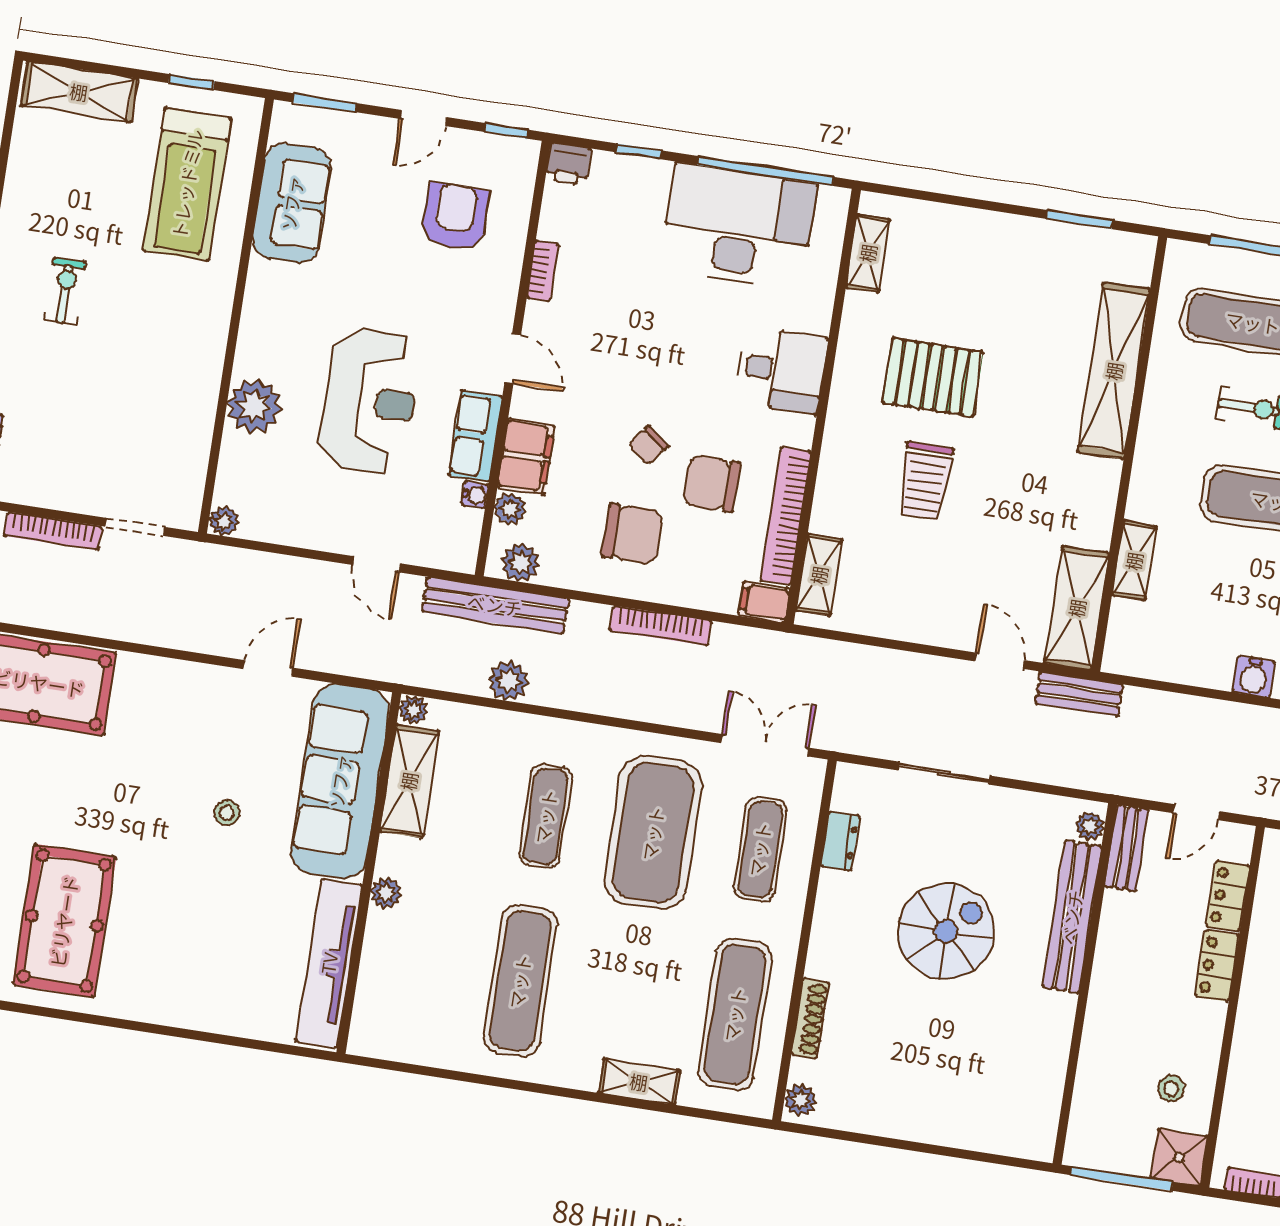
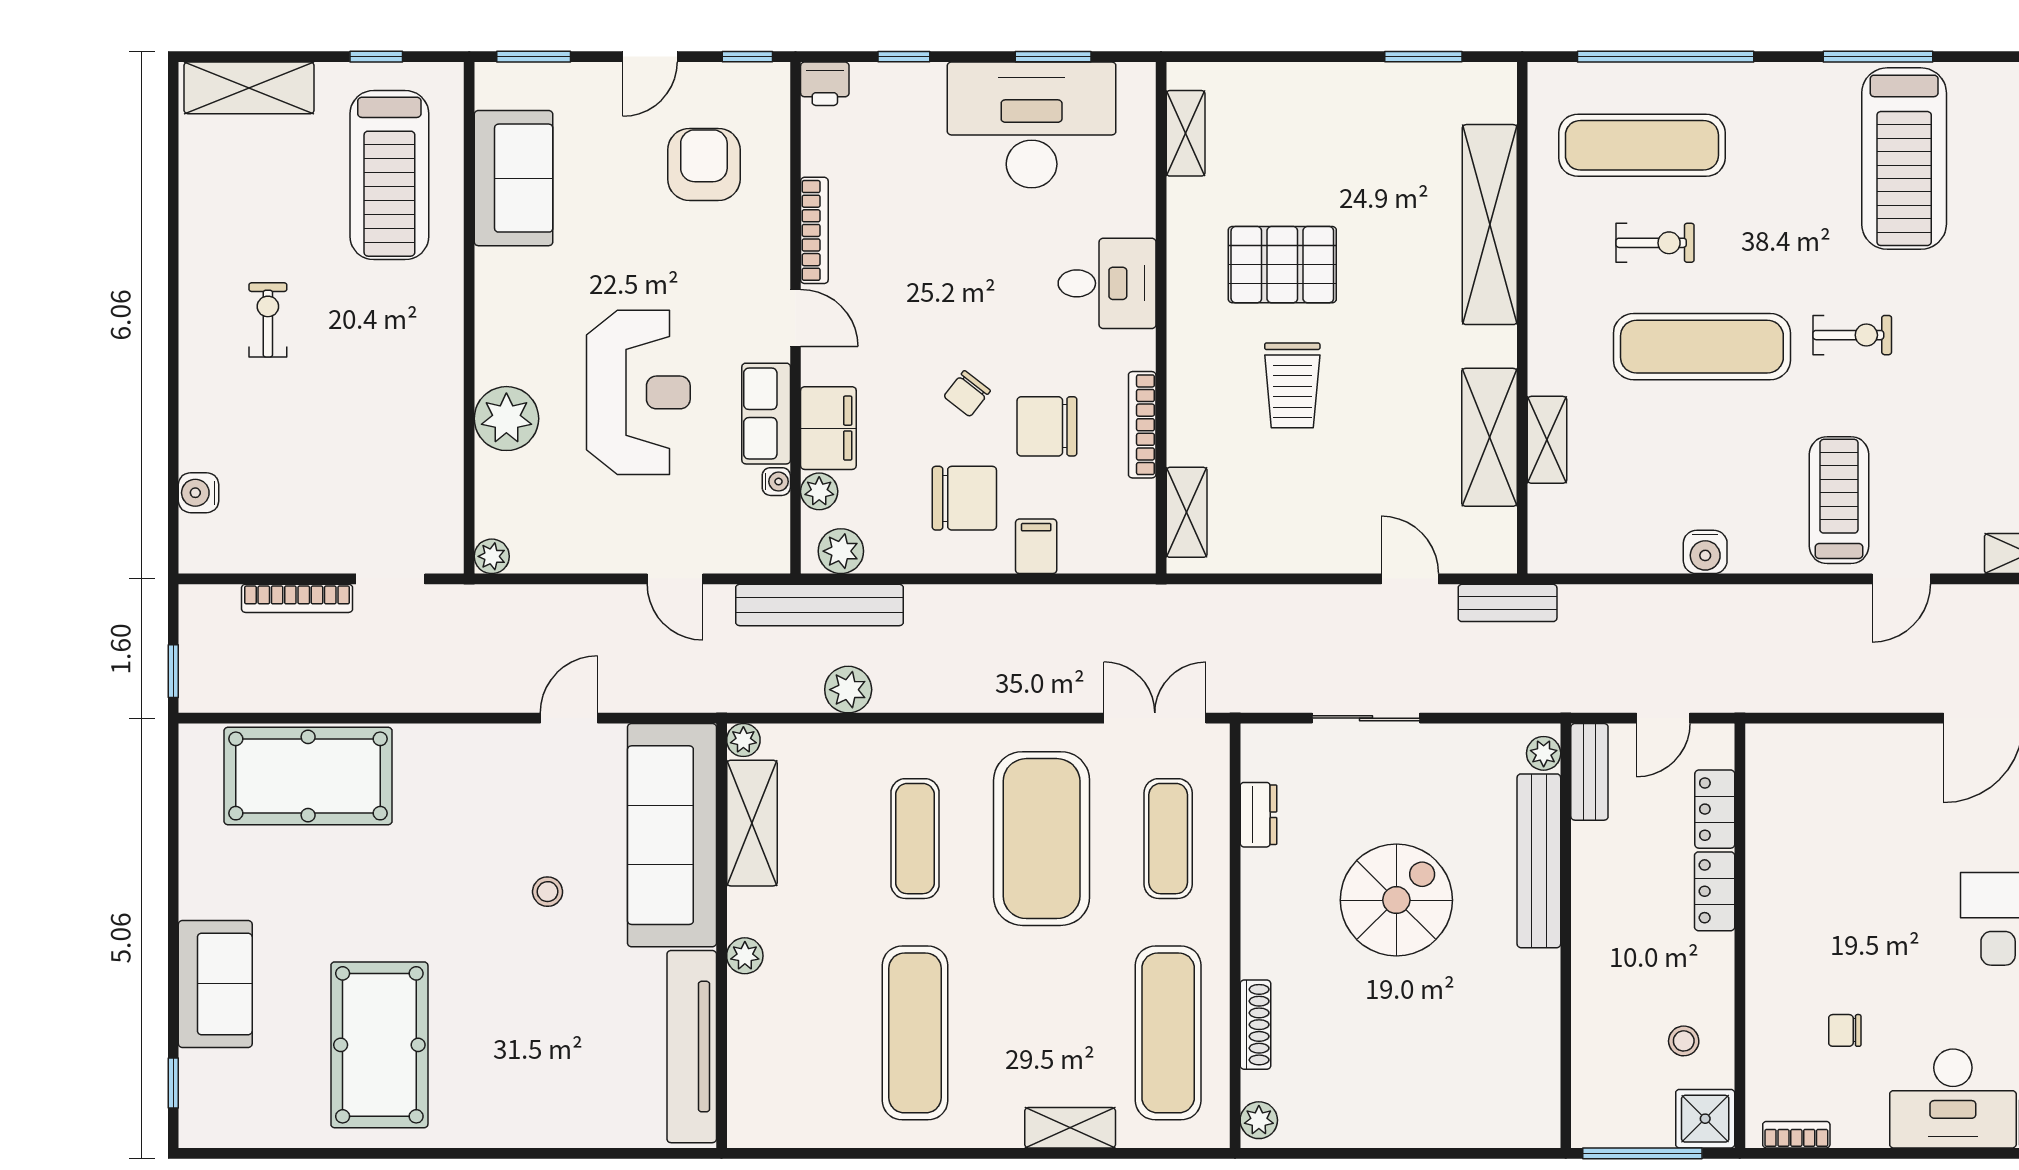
window: (765, 171) -> (1053, 57), width x0.47
bookcase: (543, 271) -> (814, 230), width x1.56
bookcase: (786, 516) -> (1142, 425), width x0.68, depth x0.76
filing cabinet: (764, 602) -> (1036, 546), moved, turned 90
shelving: (1077, 608) -> (1489, 437), moved
bookcase: (661, 626) -> (1013, 599), removed

